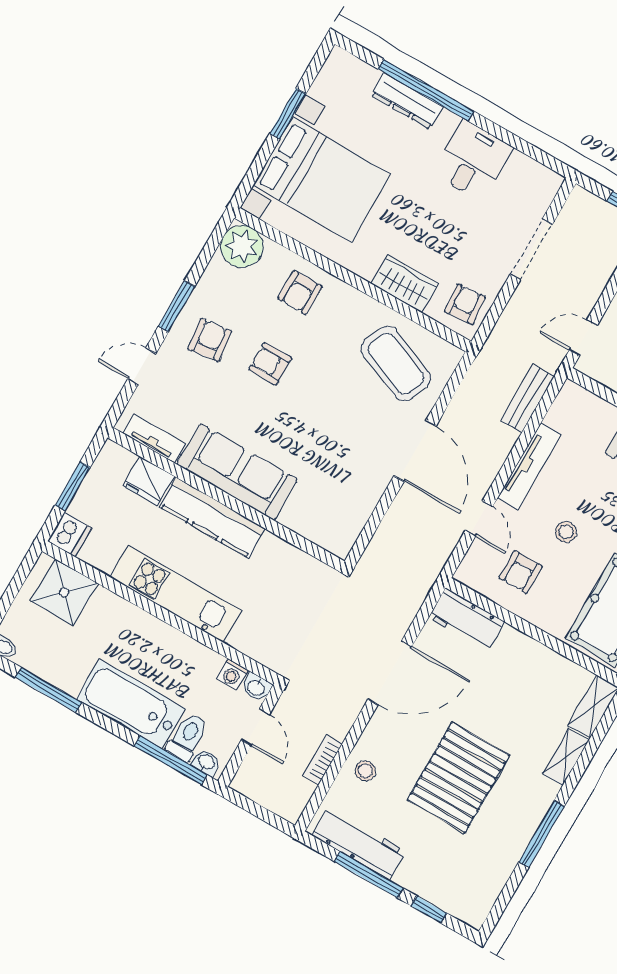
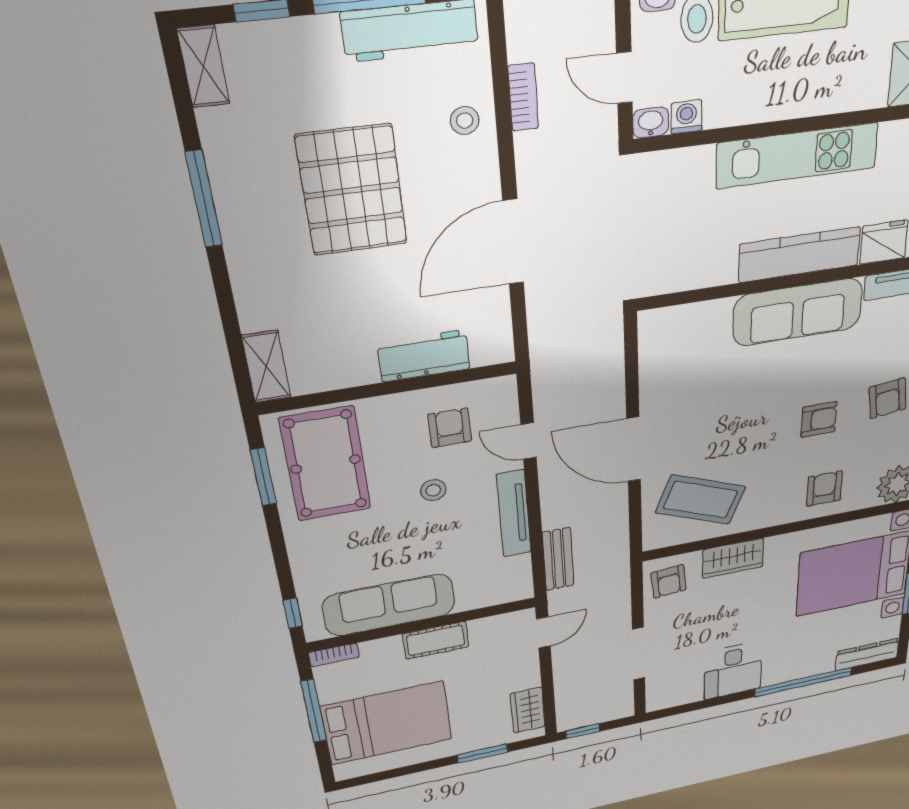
dresser: (407, 101) -> (867, 654), moved
workbench: (466, 620) -> (424, 356), moved
shelving: (566, 757) -> (203, 67), moved

